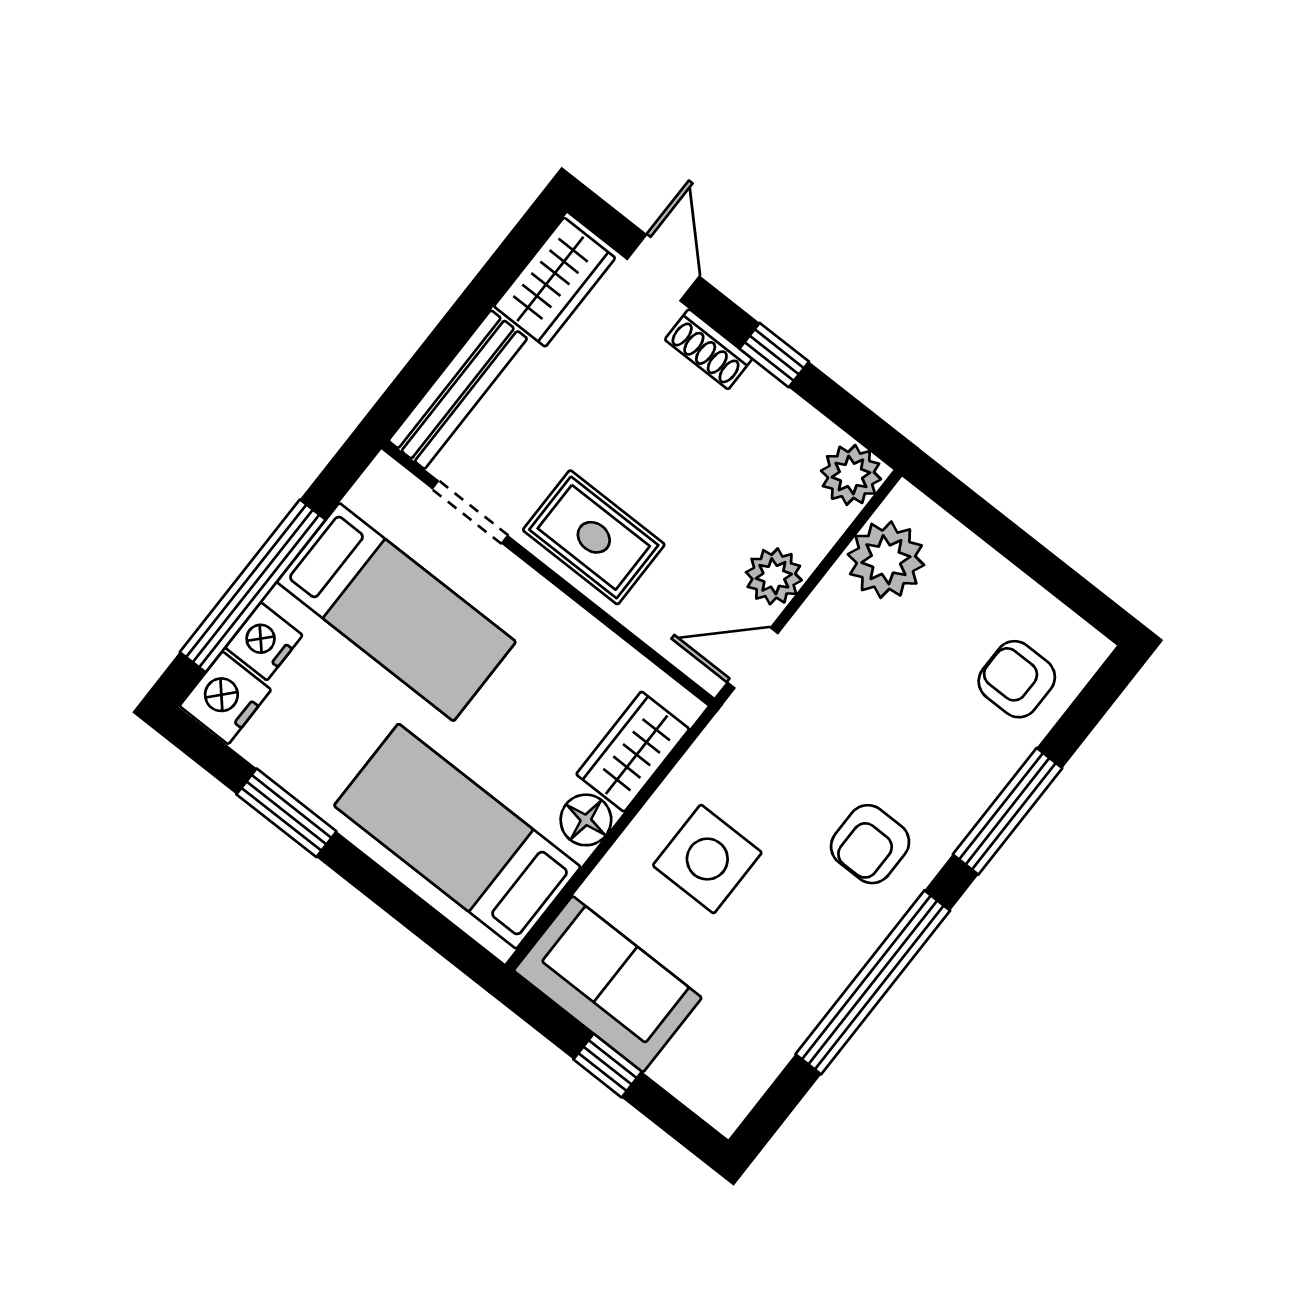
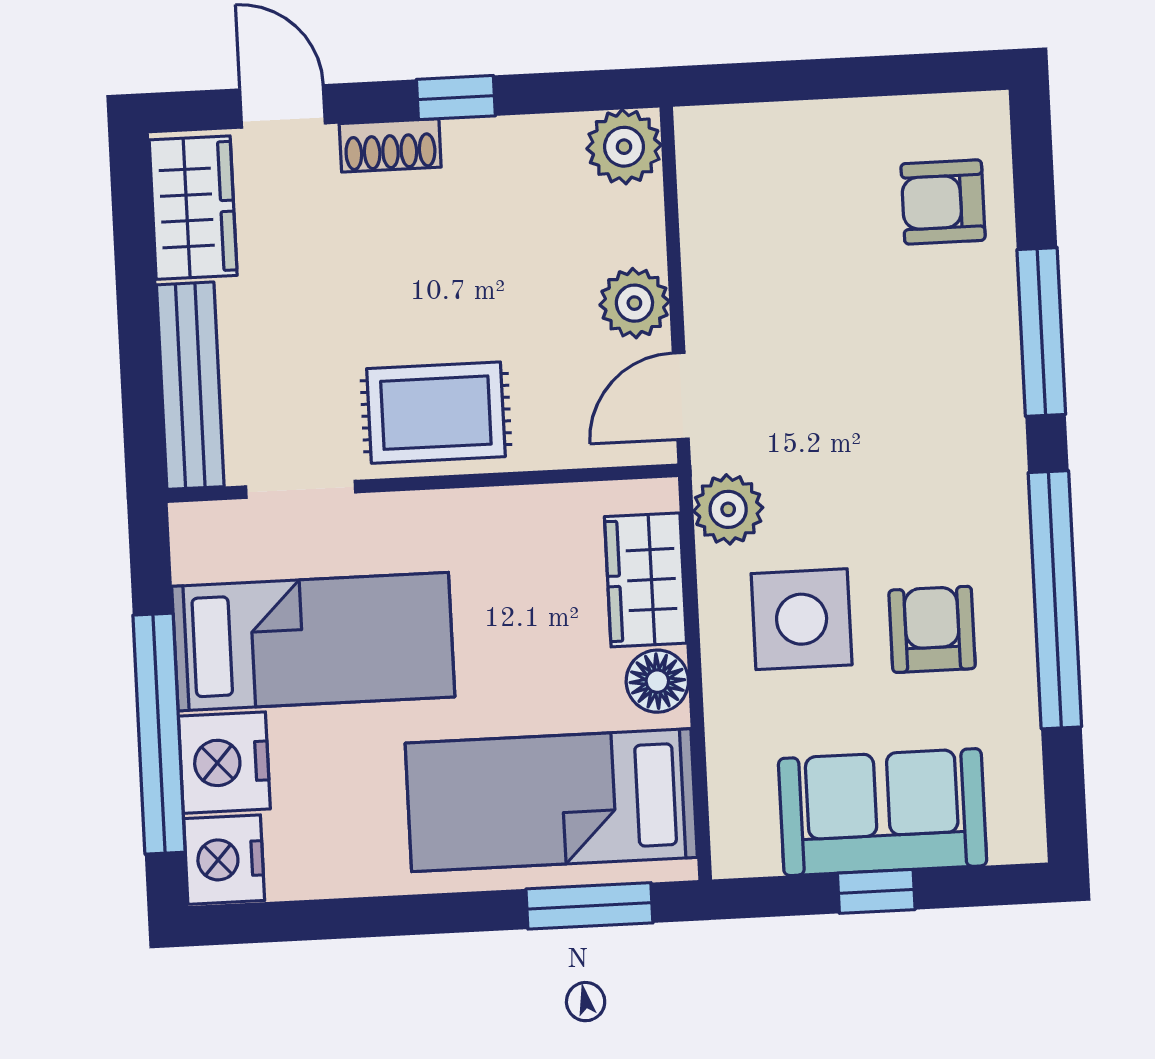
plant: (886, 560) -> (728, 509), moved, width x0.73, depth x0.73
nightstand: (264, 641) -> (224, 763), width x1.36, depth x1.33
window: (286, 813) -> (589, 906), moved
armchair: (870, 844) -> (932, 629), moved, turned 180
sofa: (608, 984) -> (883, 812), moved

